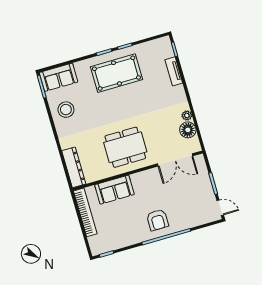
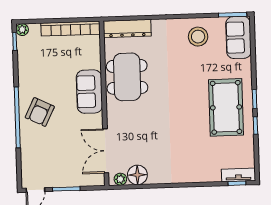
tv unit: (174, 71) -> (238, 175), moved
plant: (187, 116) -> (120, 179), moved
dining table: (125, 147) -> (127, 77), moved
sofa: (114, 190) -> (89, 92), moved
armchair: (158, 220) -> (40, 112), turned -64
plant: (96, 250) -> (22, 30), added

